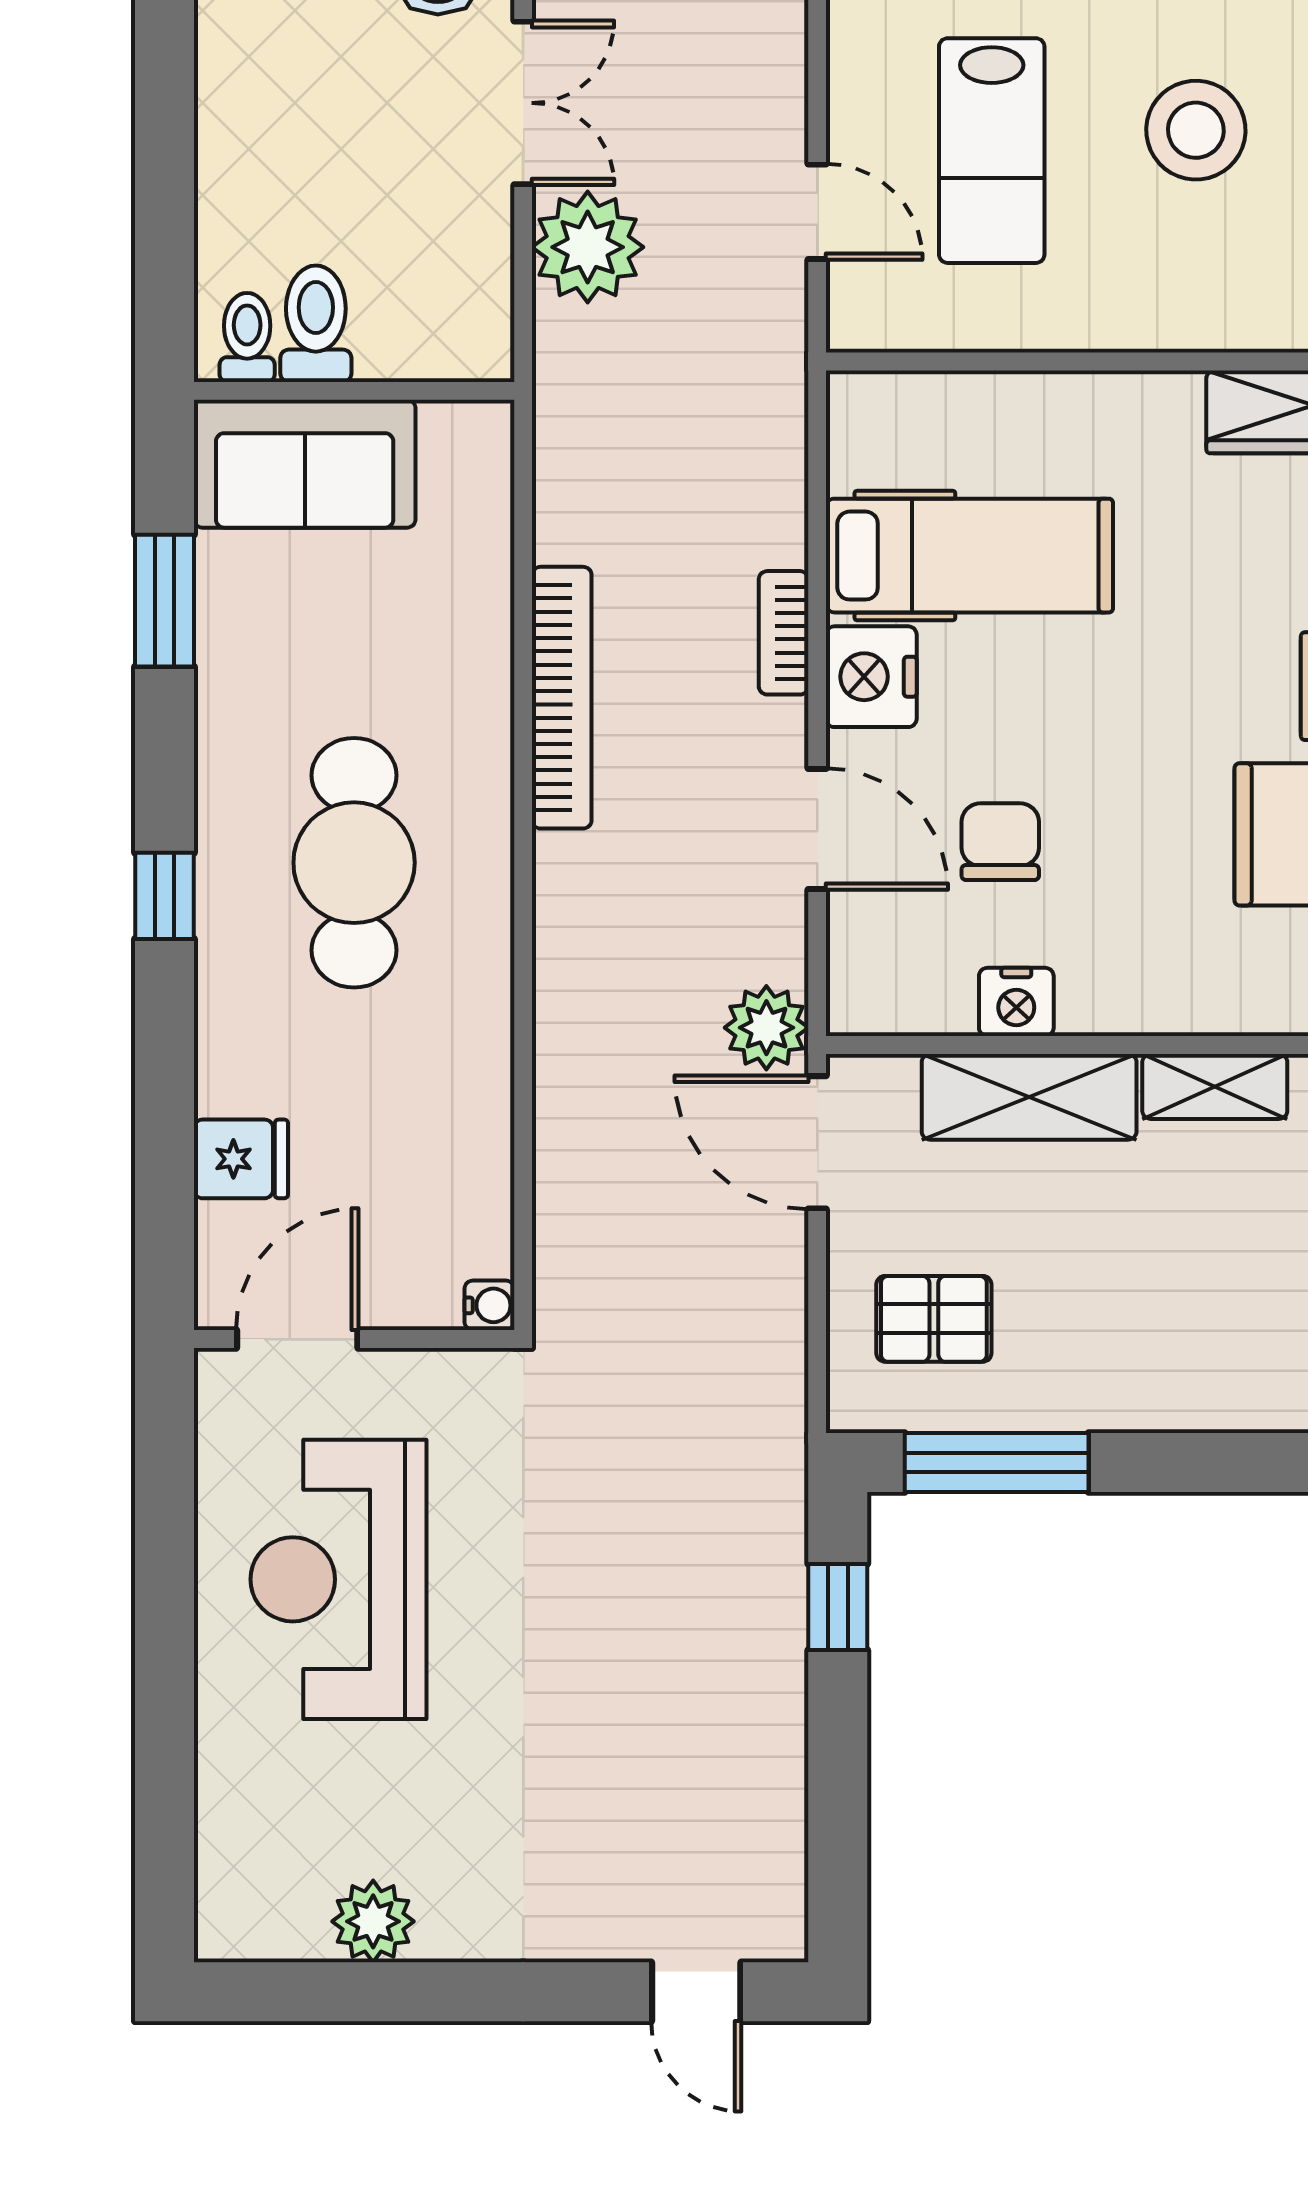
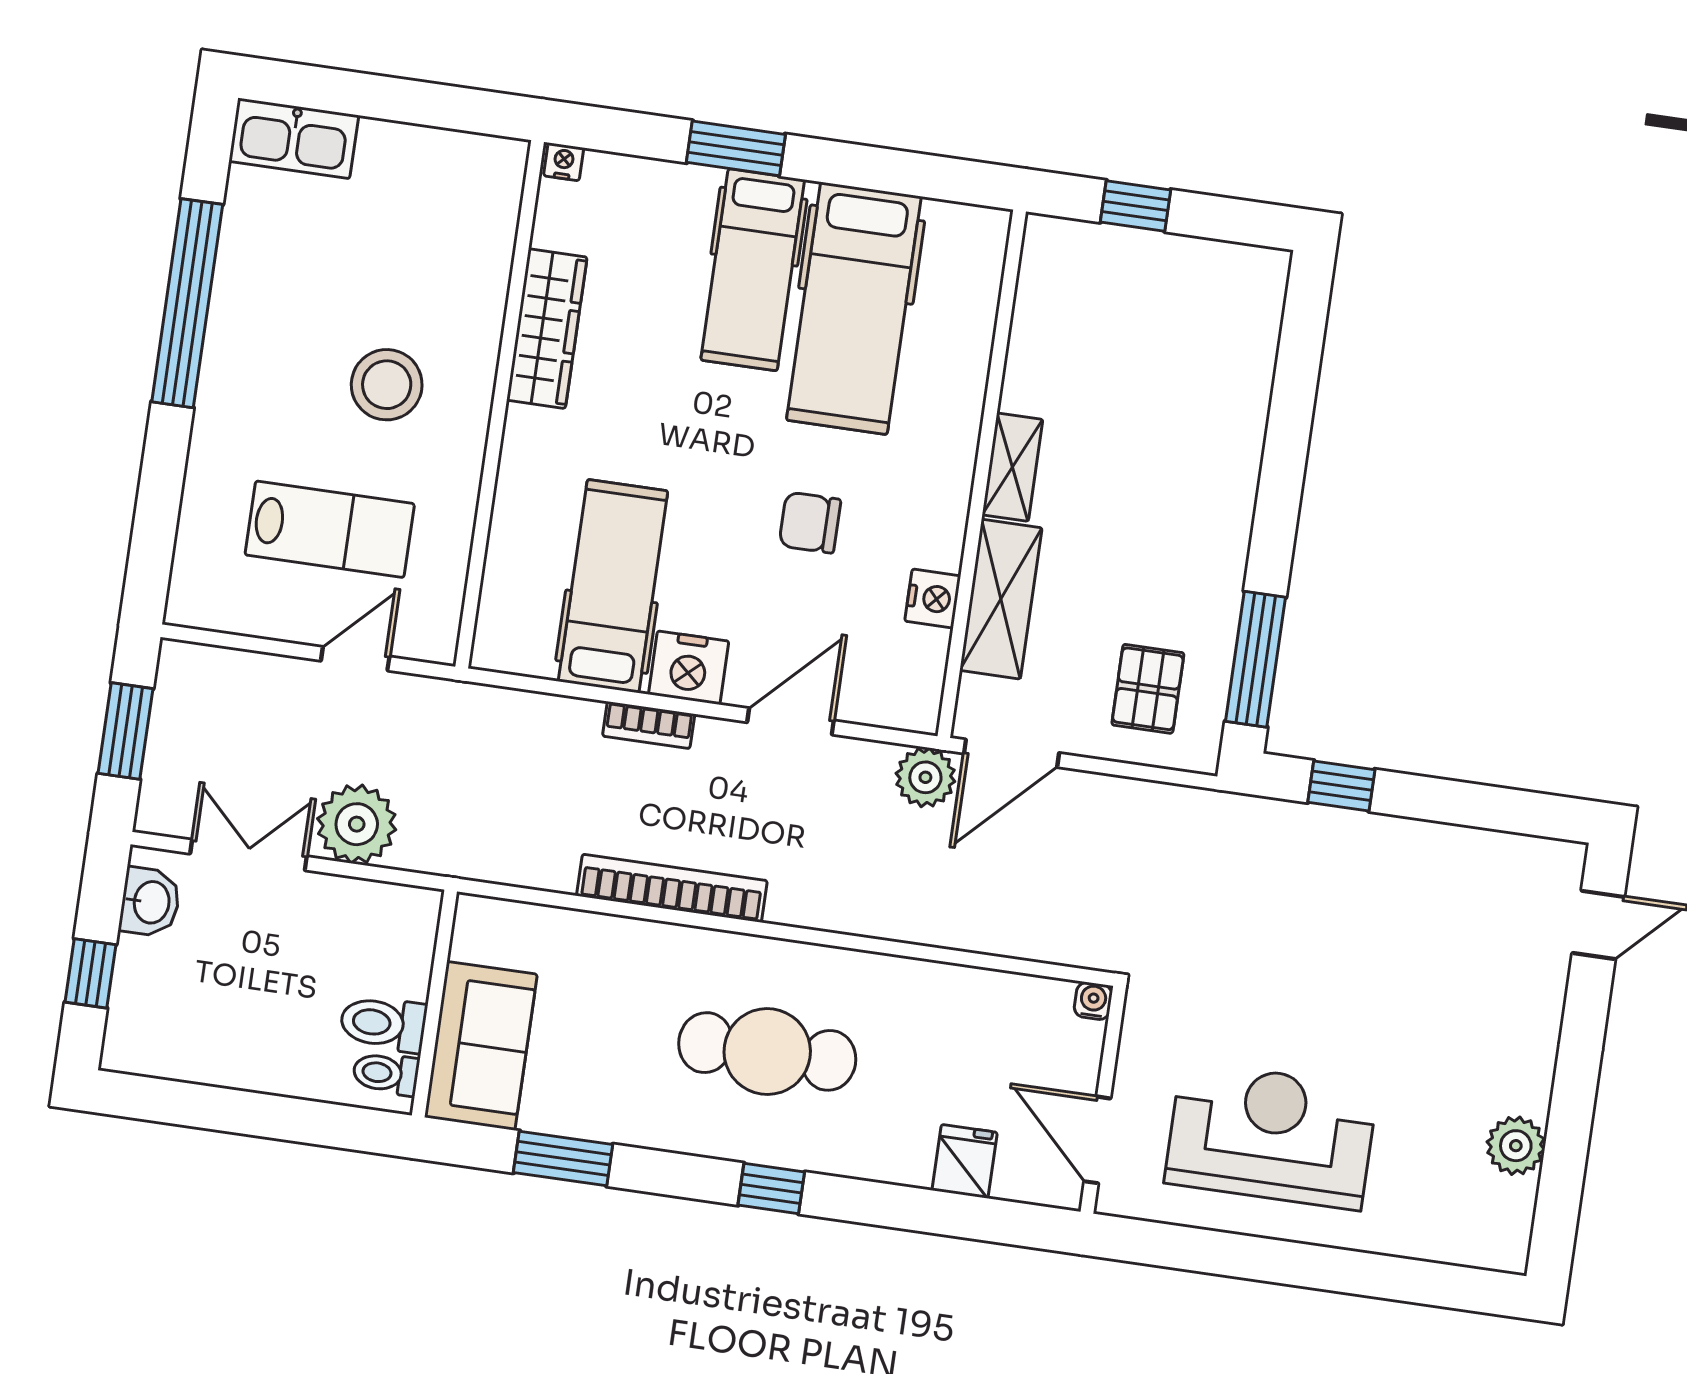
stool: (1196, 130) -> (387, 385), moved
chair: (1000, 842) -> (810, 523), moved
reception desk: (338, 1579) -> (1271, 1135), turned 180

